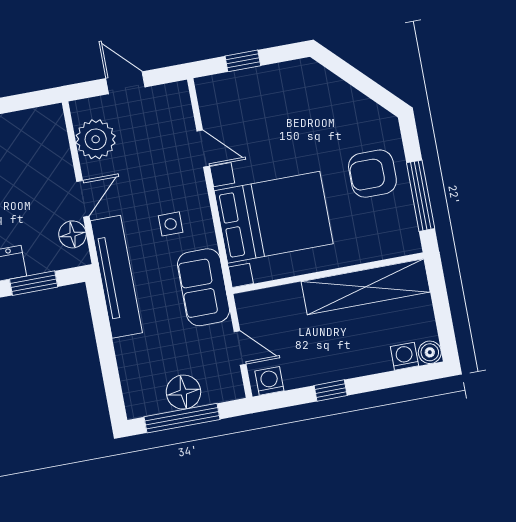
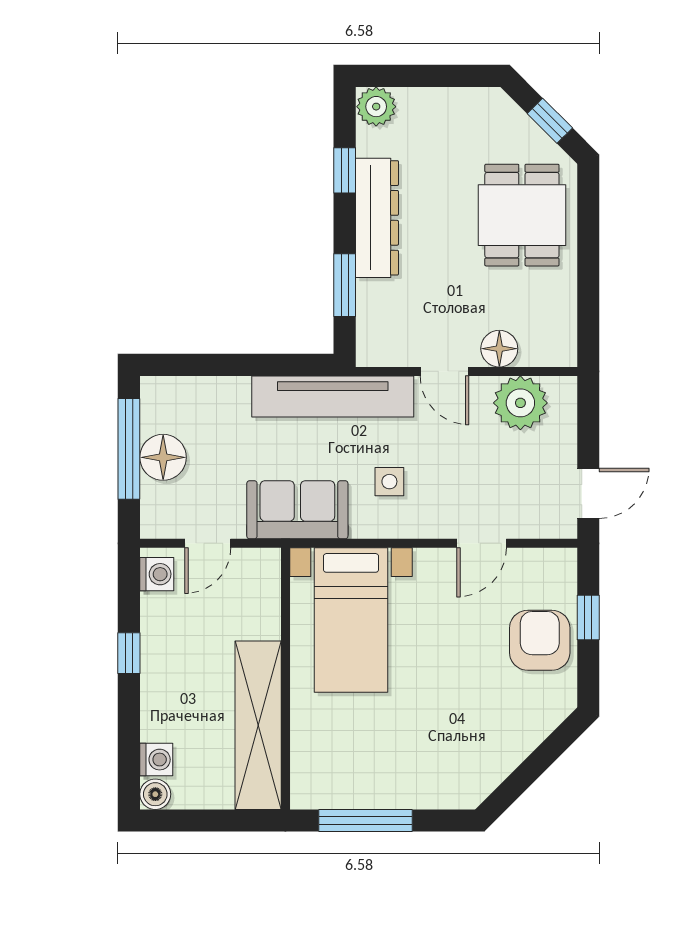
door: (125, 83) -> (588, 493), moved
armchair: (372, 174) -> (540, 640), moved
bed with nightstands: (274, 217) -> (351, 620), width x0.73
floor lamp: (72, 234) -> (499, 349), moved

